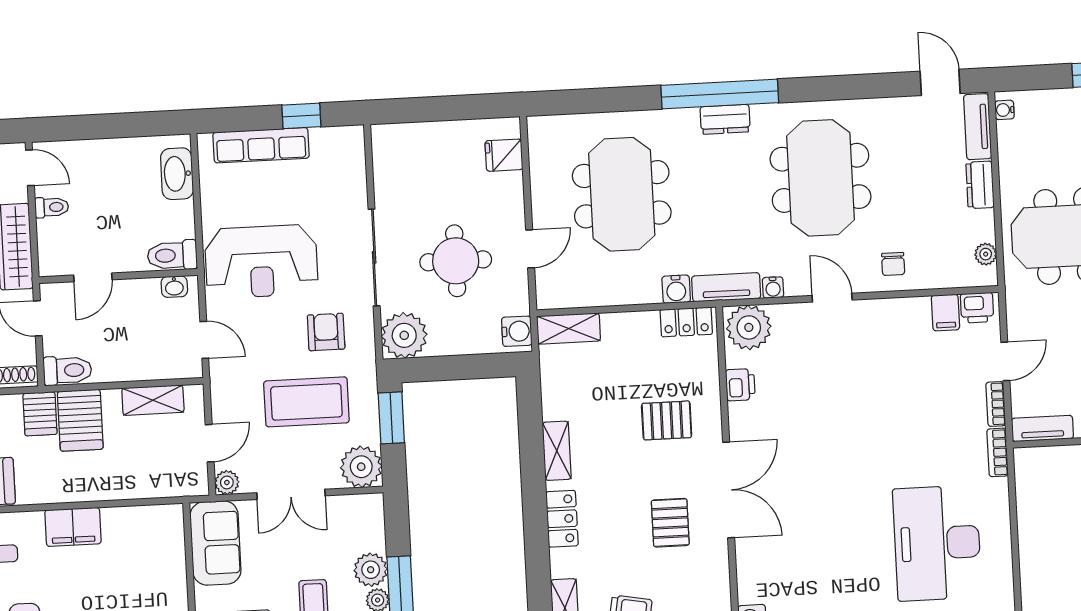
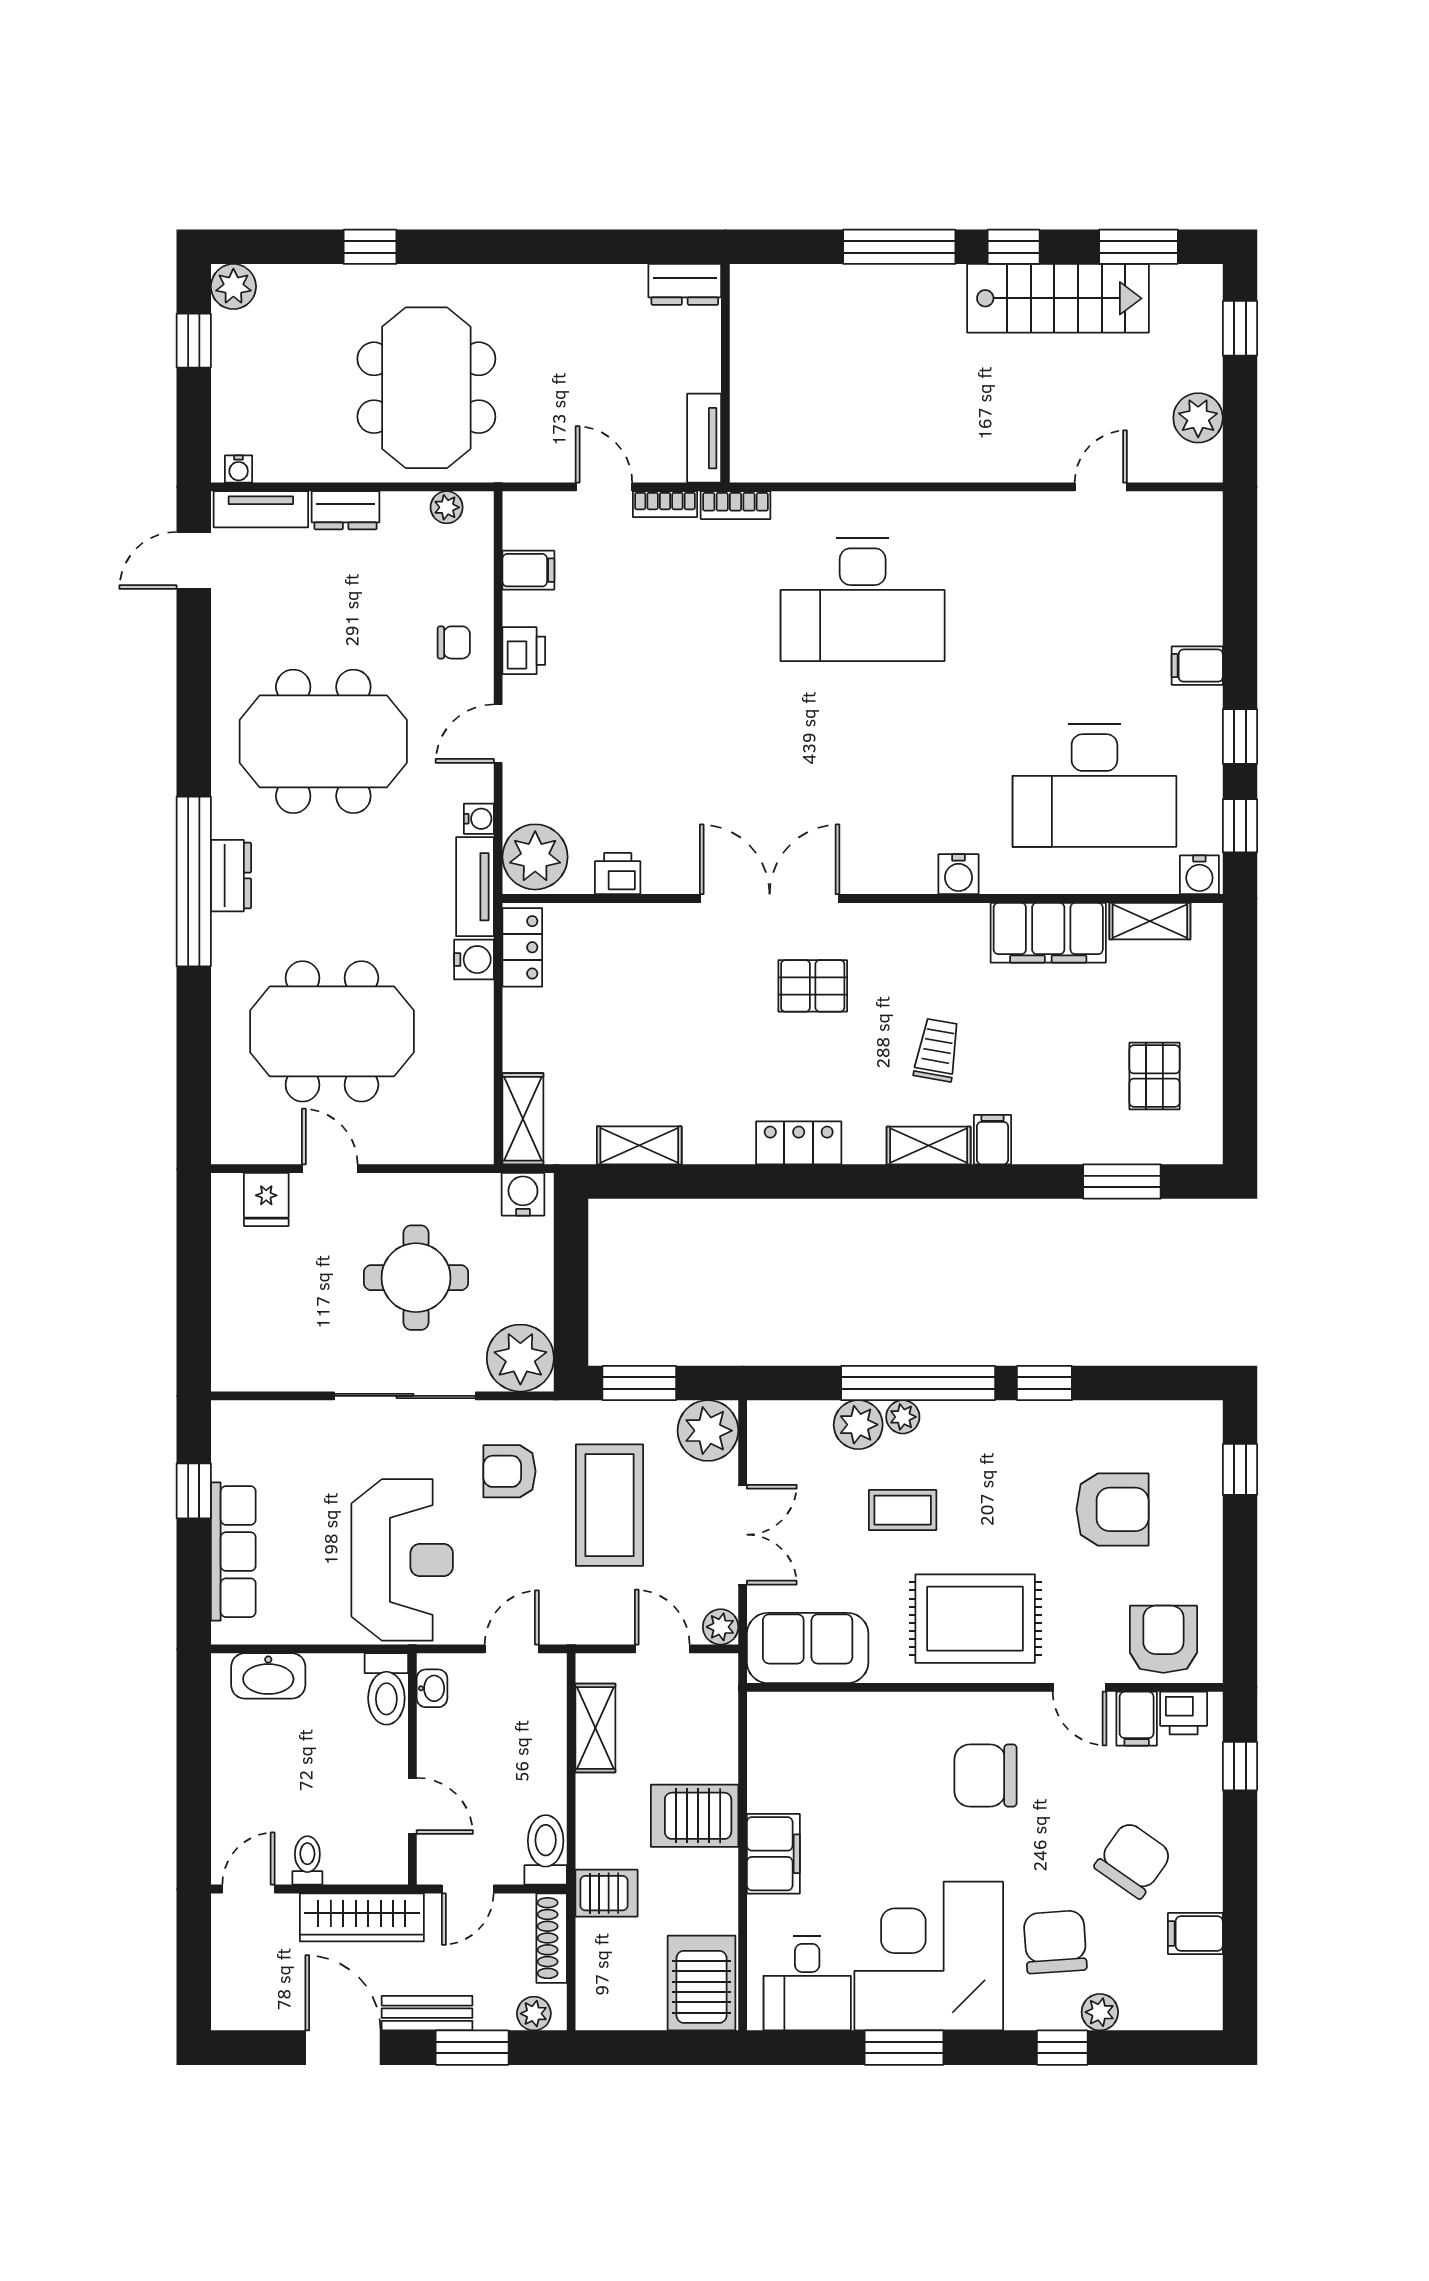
door: (530, 249) -> (330, 1169), moved
printer: (977, 308) -> (524, 651), moved
server rack: (80, 420) -> (695, 1816), moved, turned 180
pallet: (667, 420) -> (664, 983), removed
shelving: (557, 451) -> (639, 1145), moved

